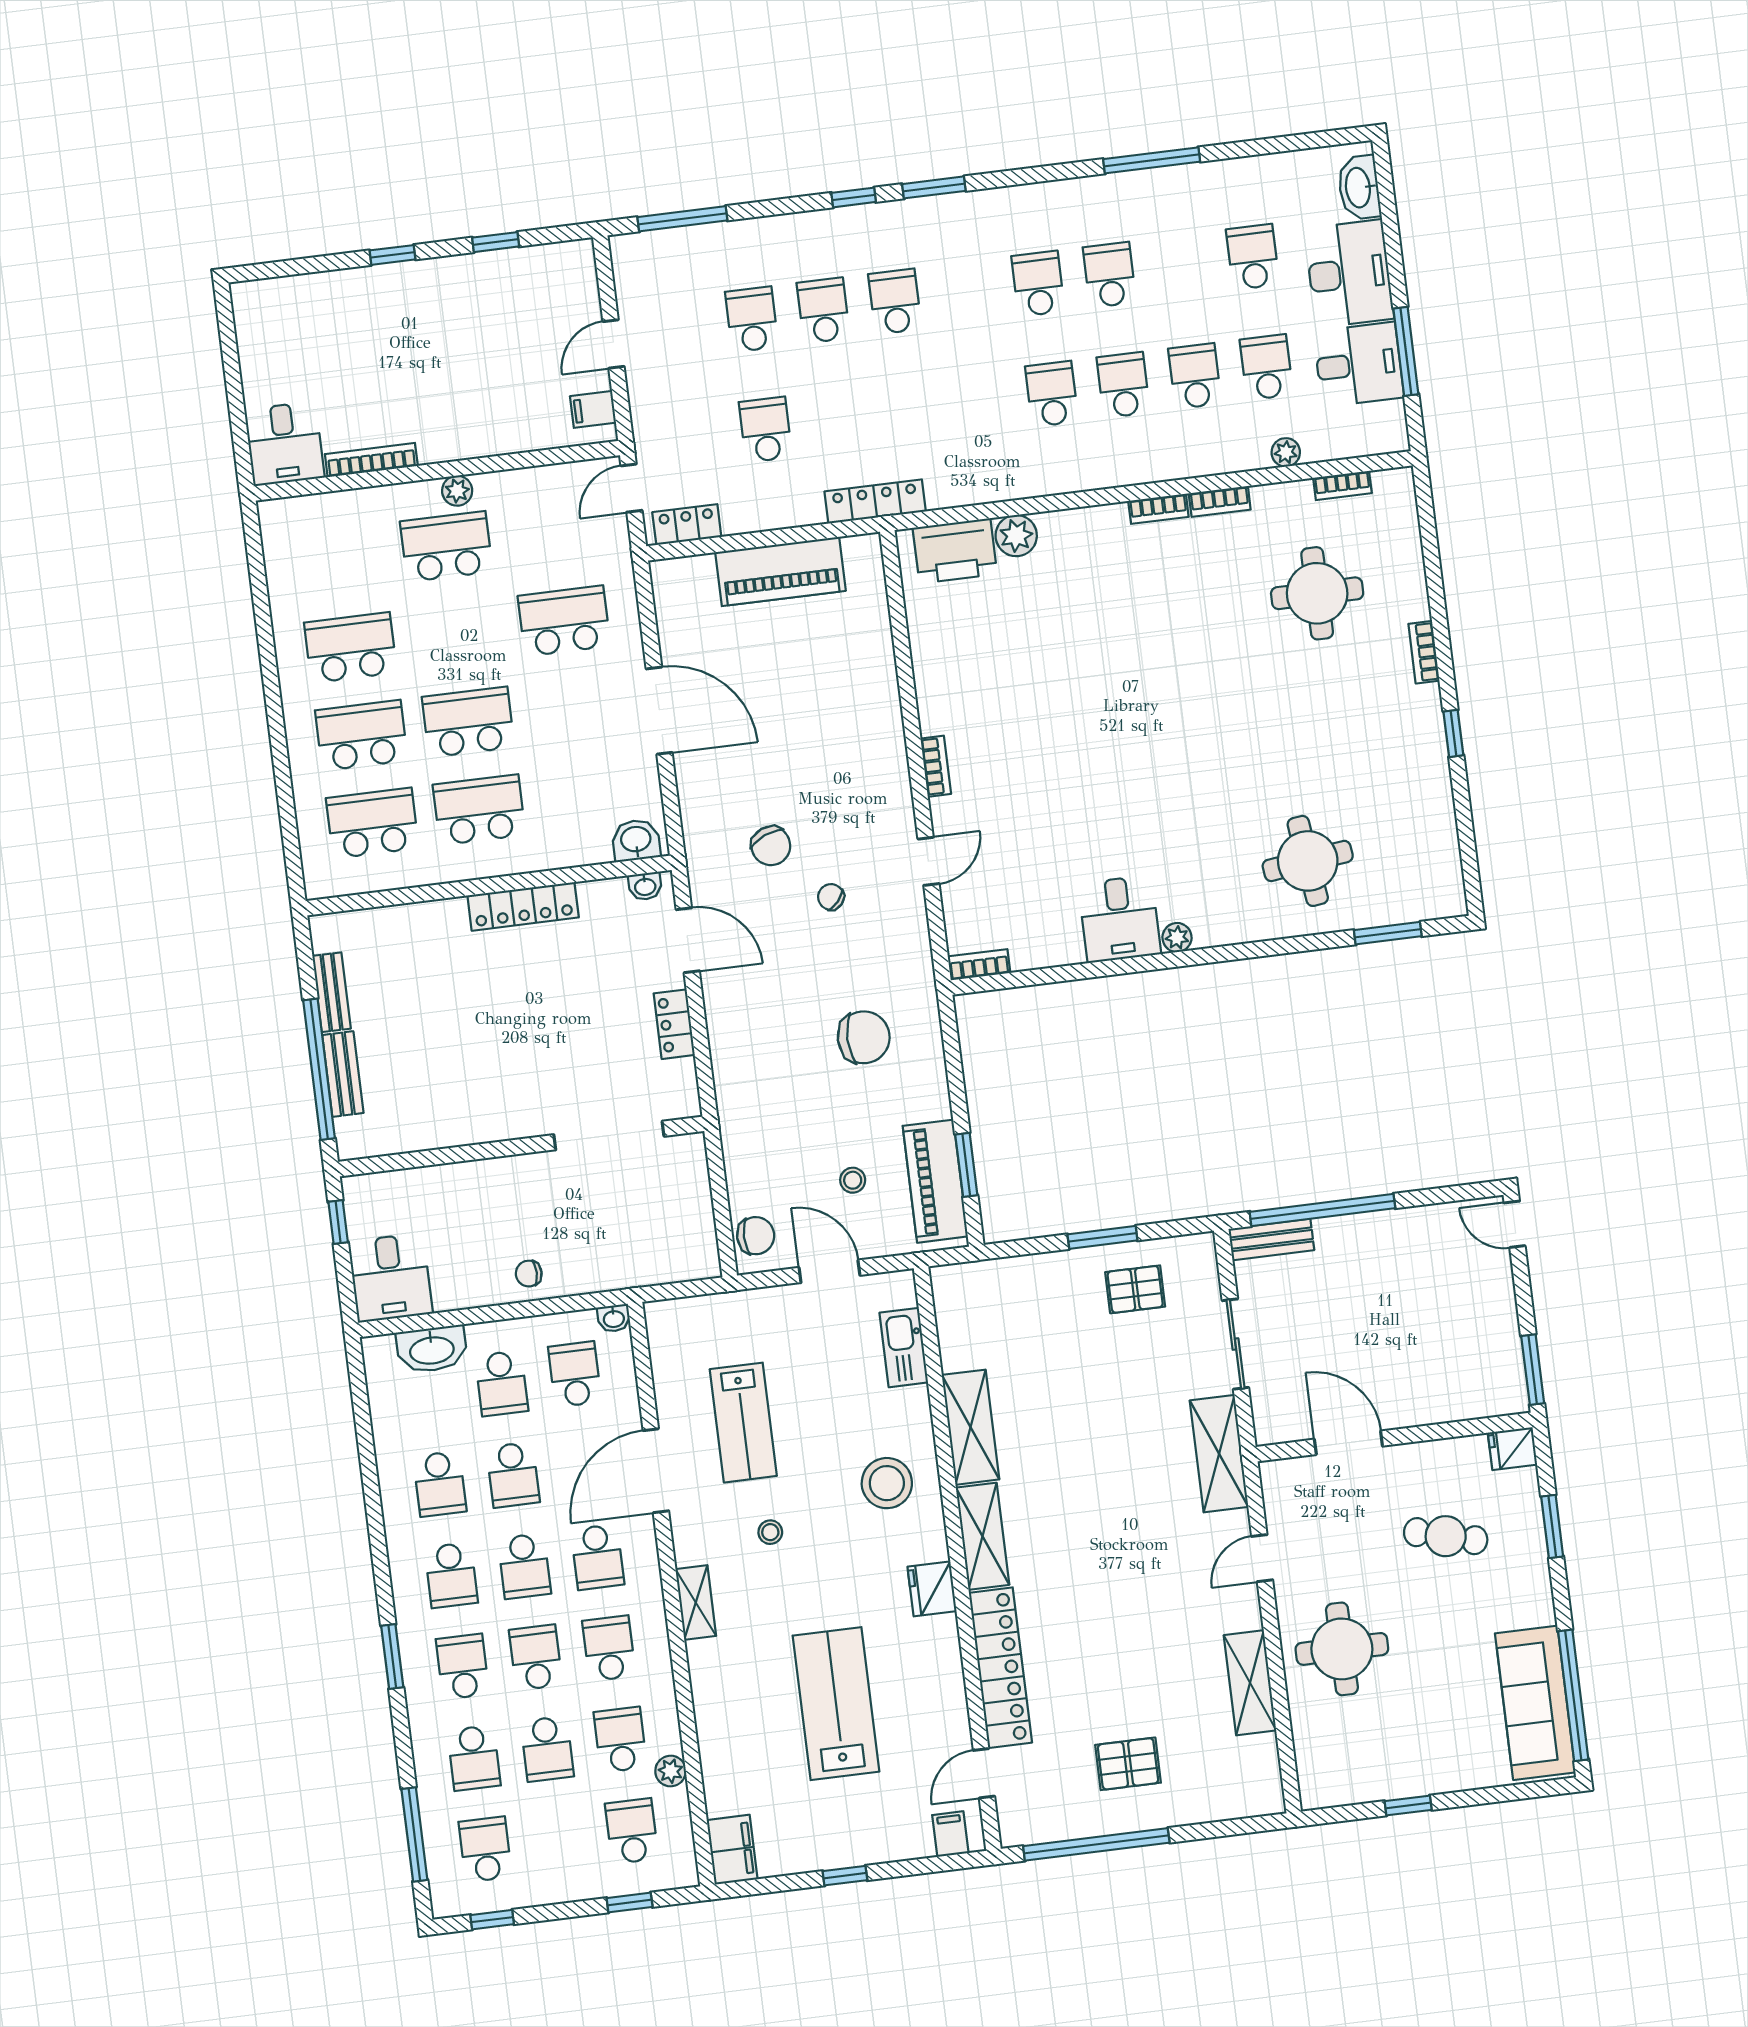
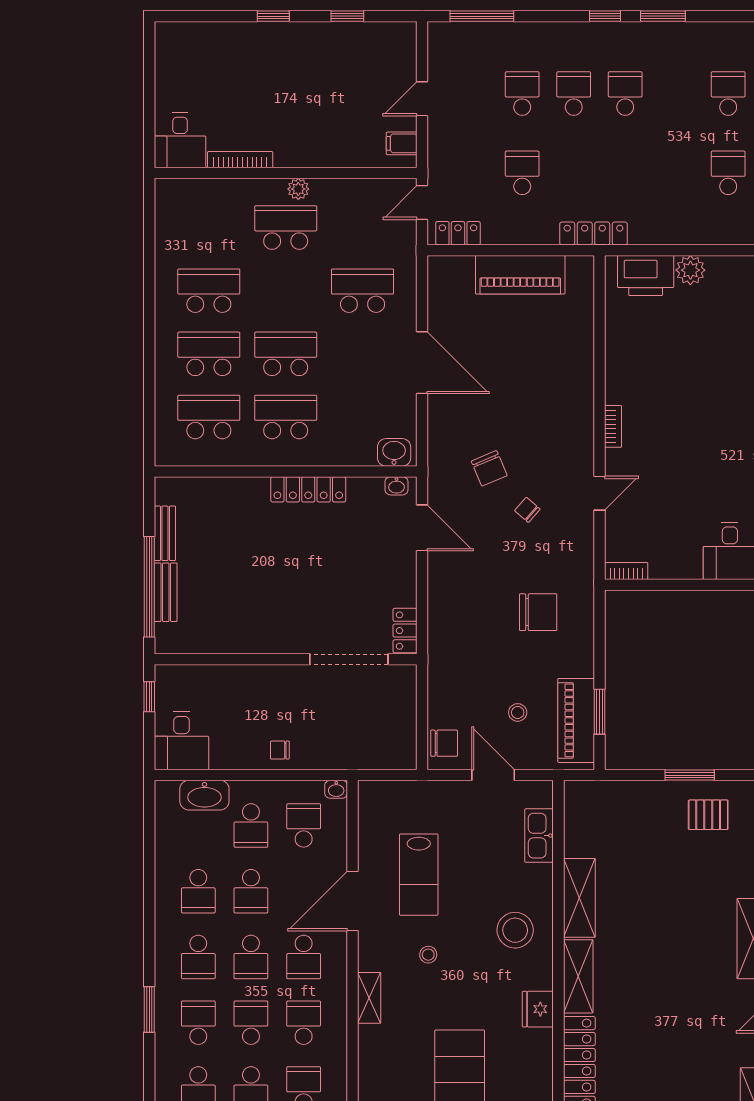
locker: (674, 1024) -> (405, 631), moved

